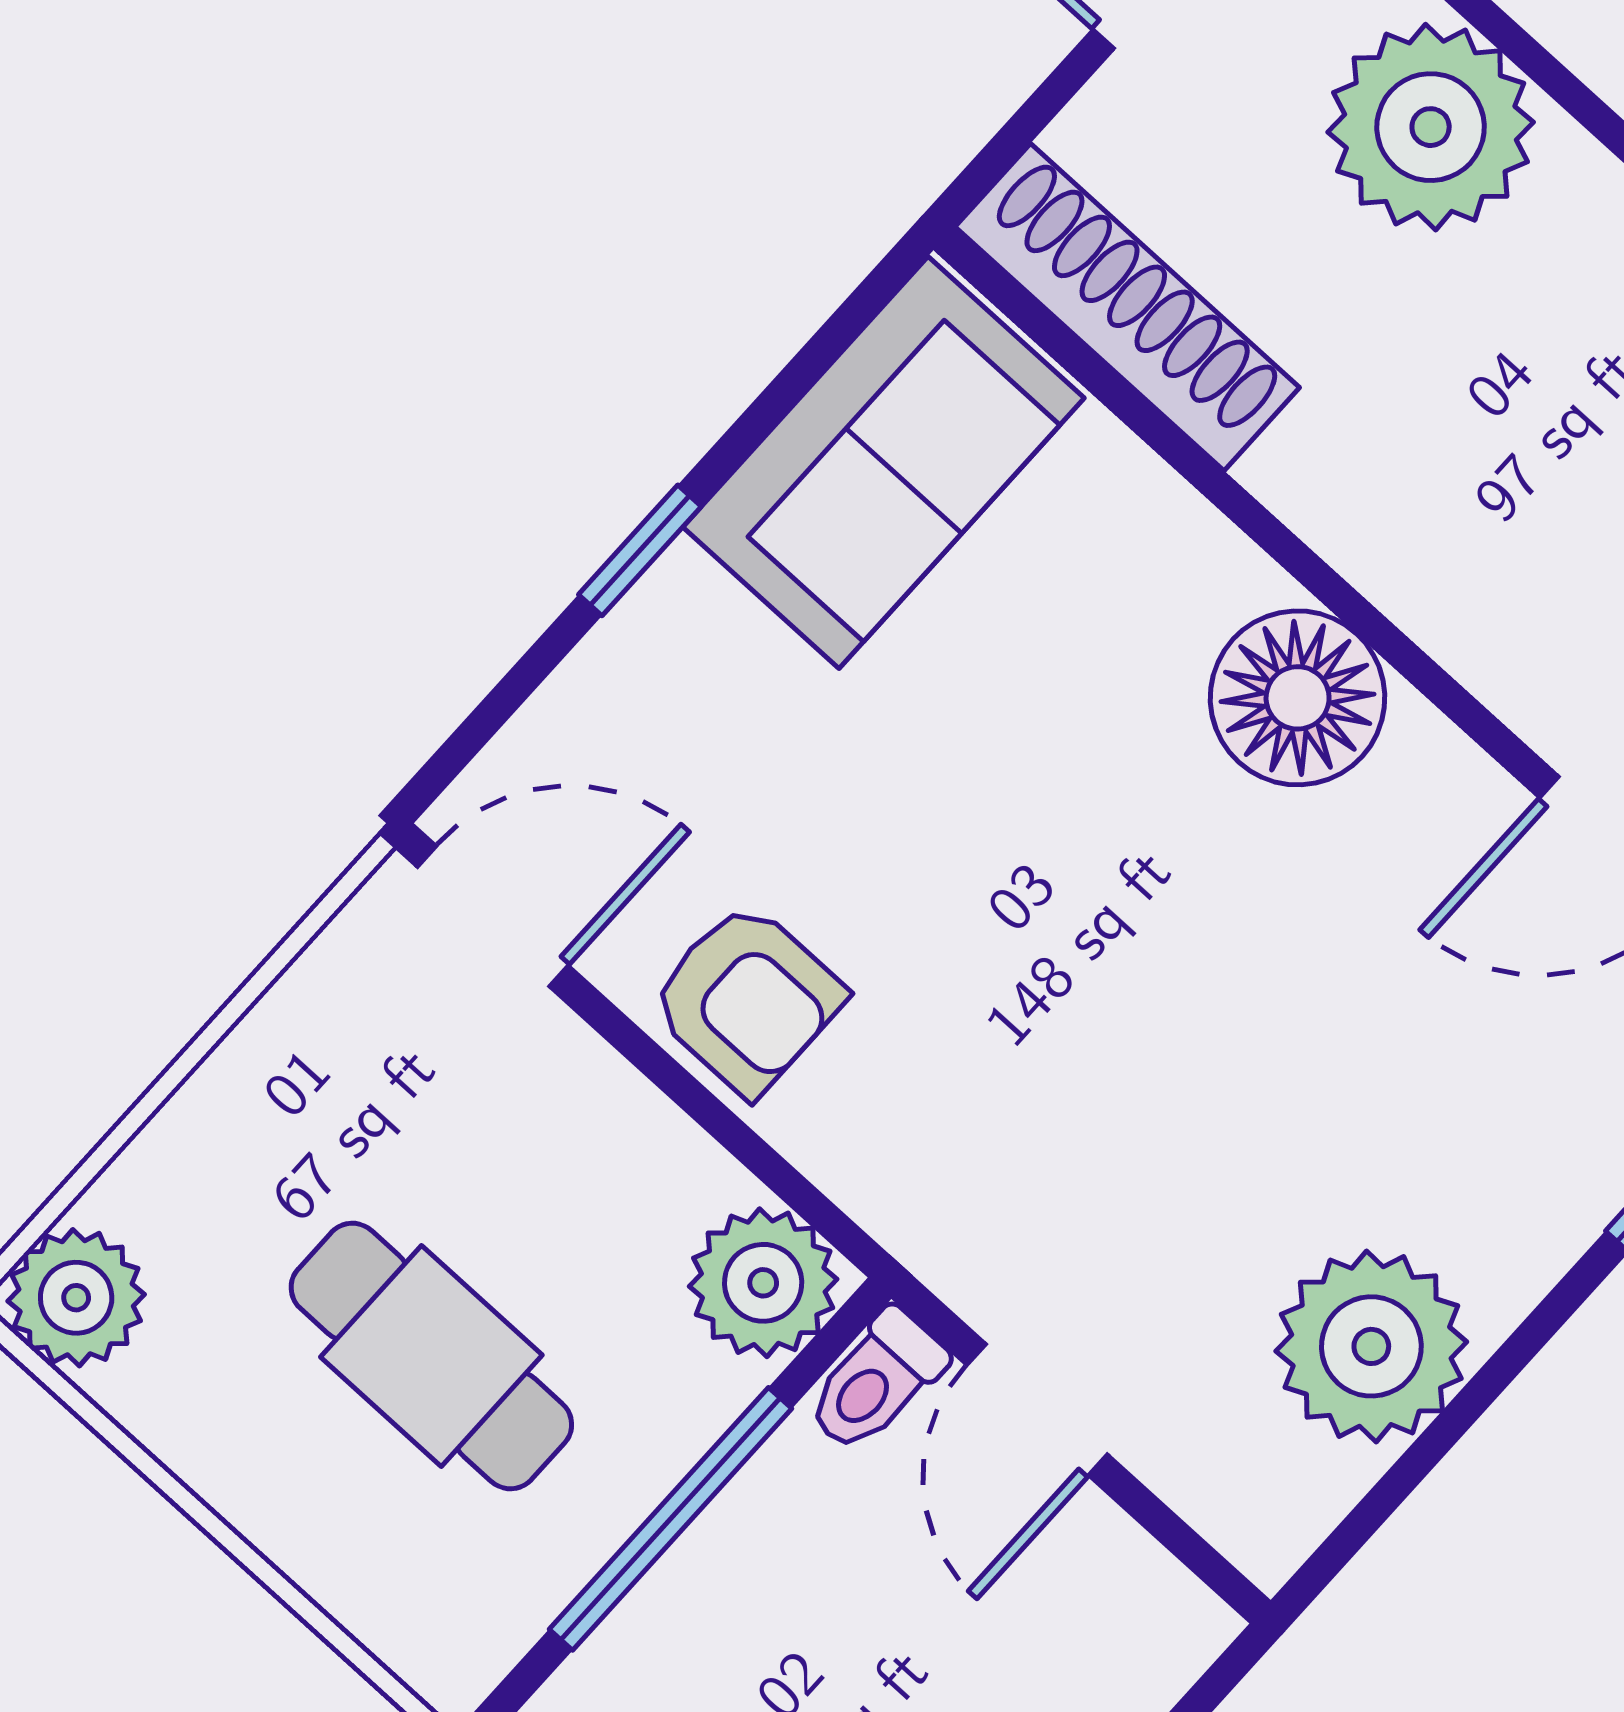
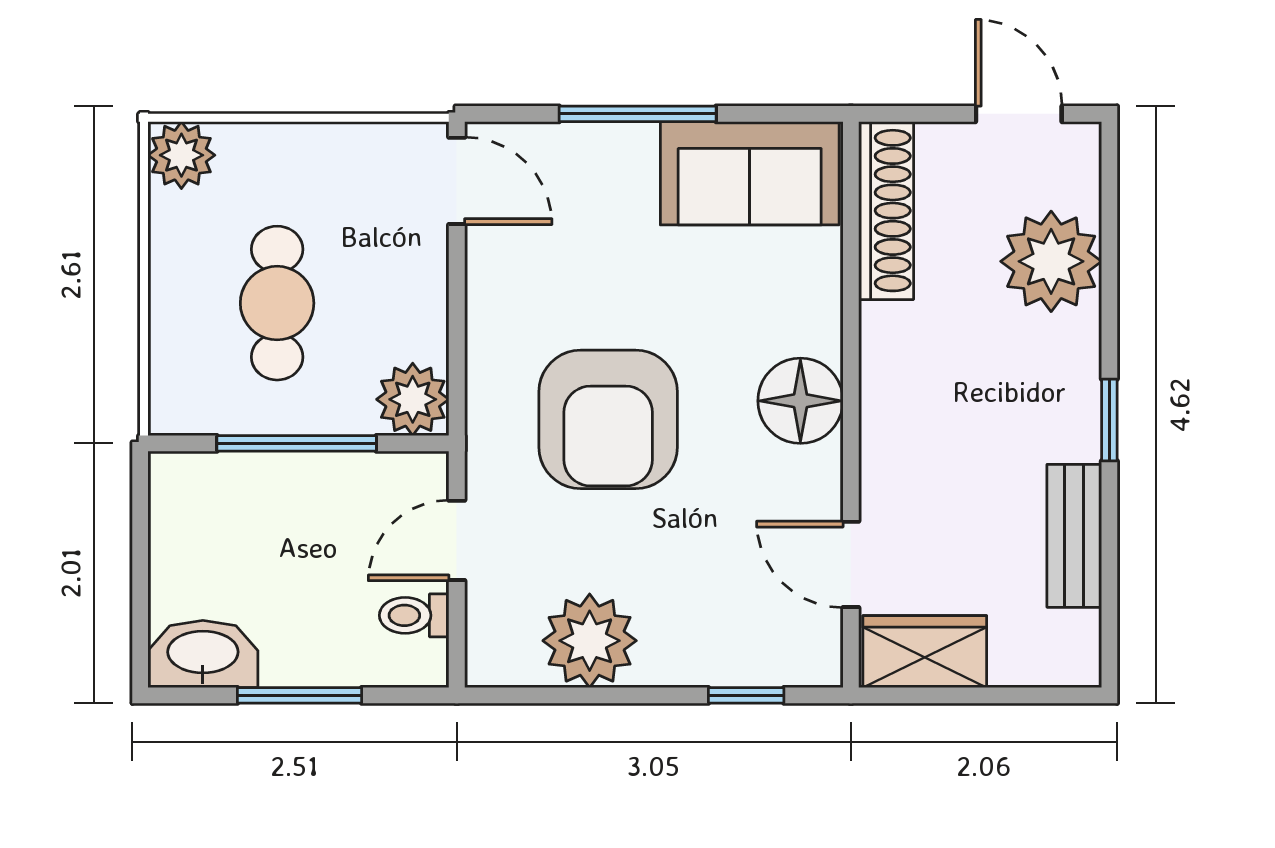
window: (640, 550) -> (638, 114), width x2.17
armchair: (747, 999) -> (608, 419), moved, width x1.88, depth x1.88
toilet: (876, 1381) -> (414, 615), moved

